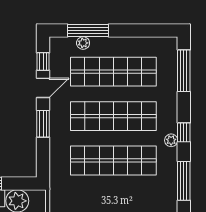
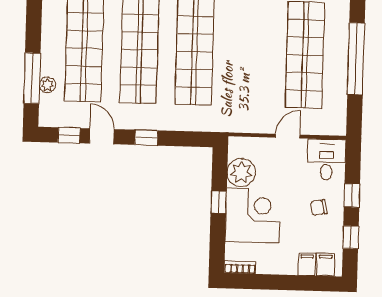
window: (43, 124) -> (146, 138), width x0.67

